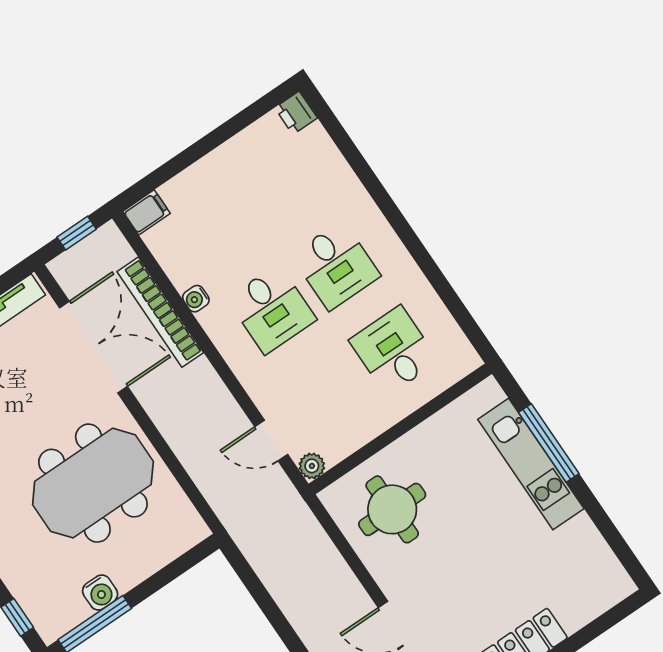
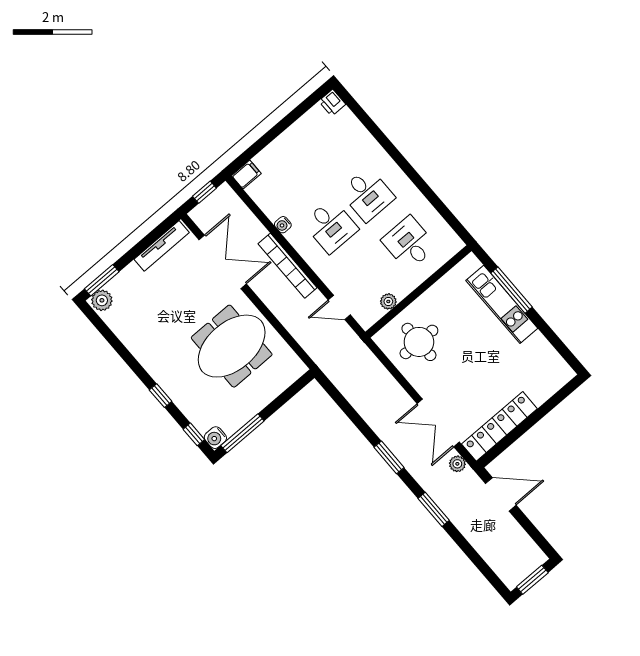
bookcase: (160, 312) -> (288, 266), moved
plant: (312, 466) -> (388, 301), moved
water cooler: (100, 592) -> (215, 438), moved, turned 90

